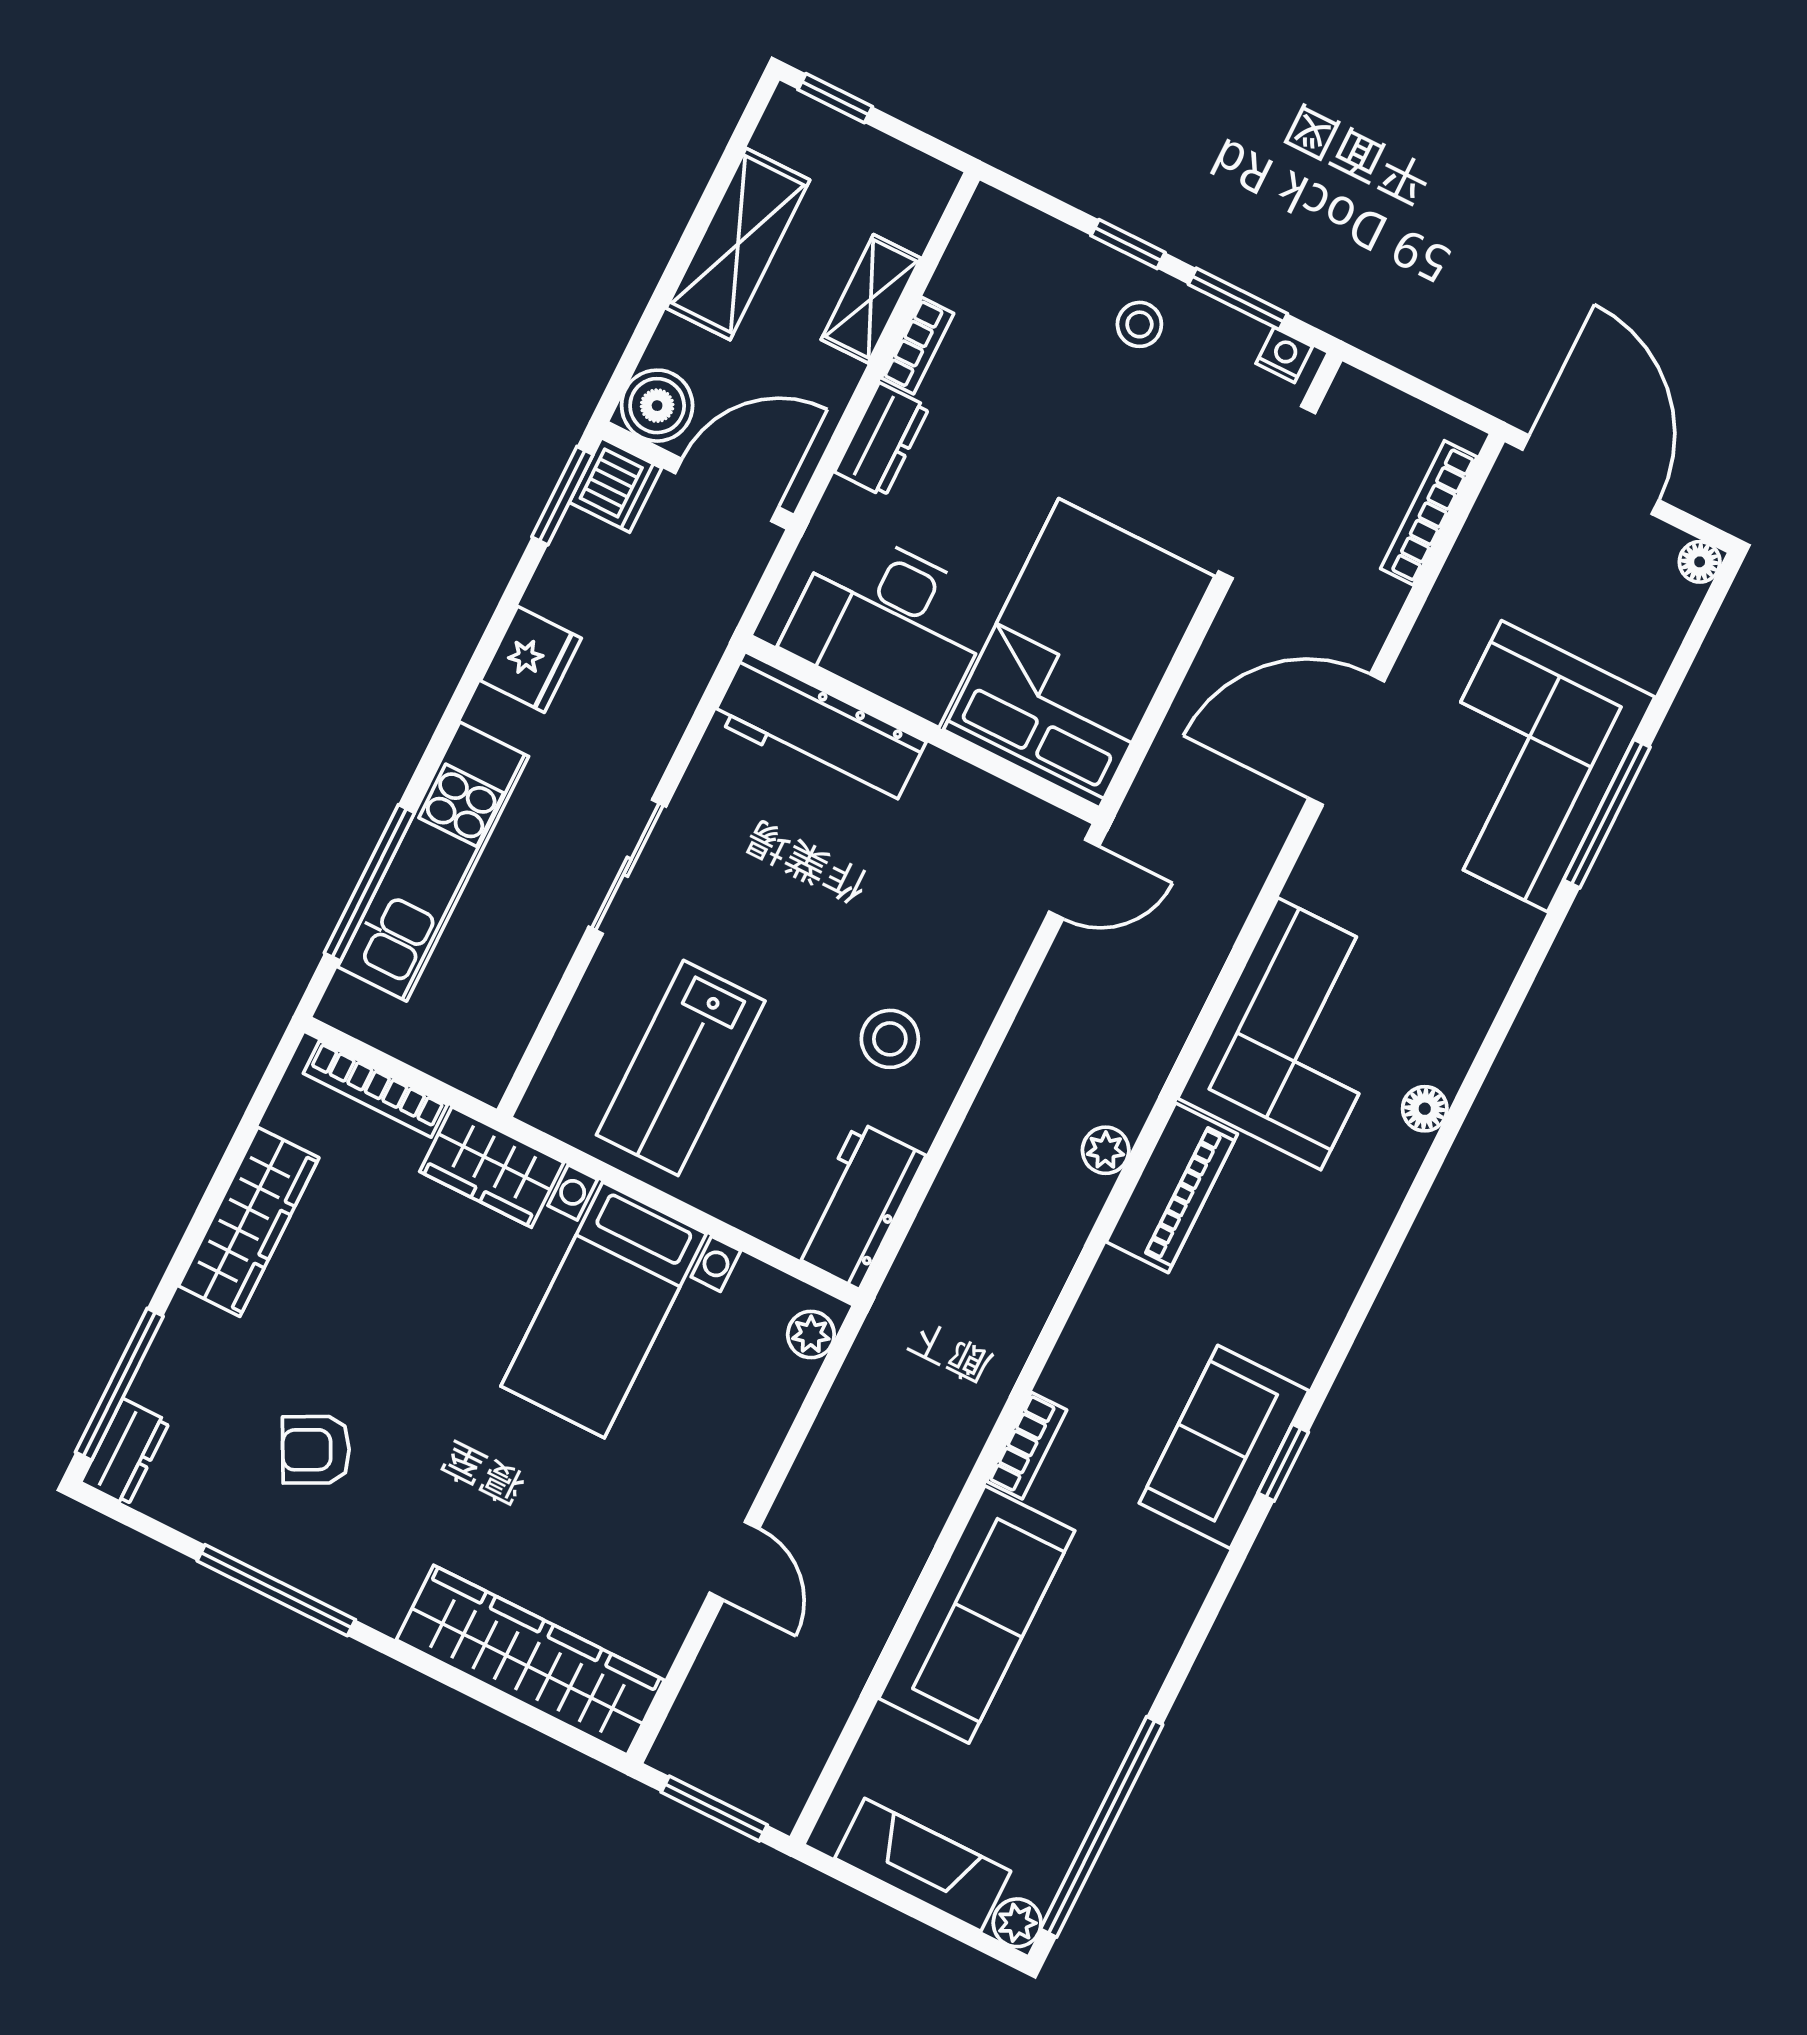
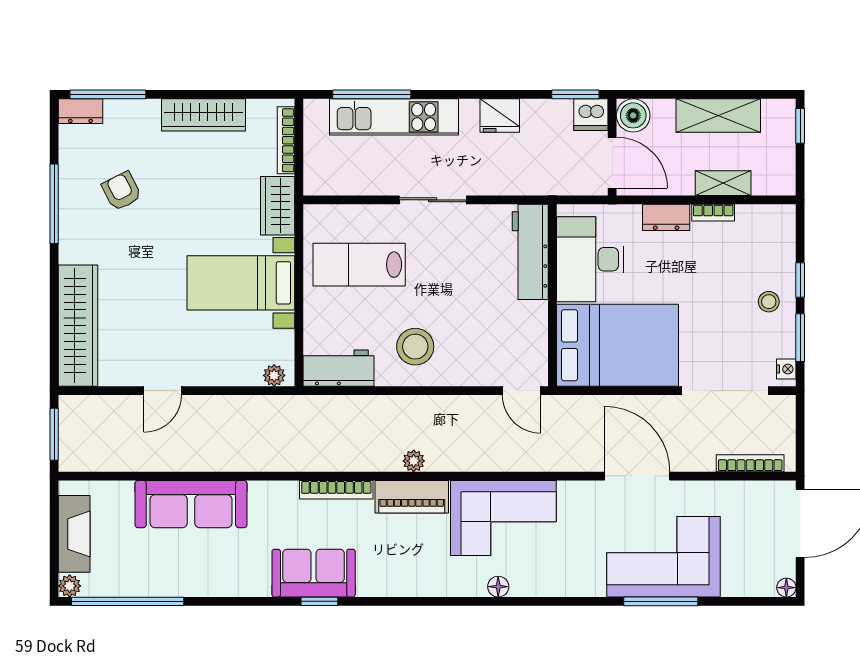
stool: (890, 1039) -> (415, 347), width x1.38, depth x1.38
bookcase: (1027, 1446) -> (336, 490), moved, width x1.56

